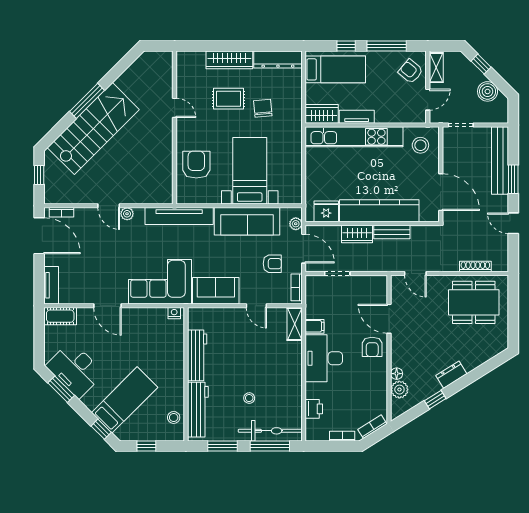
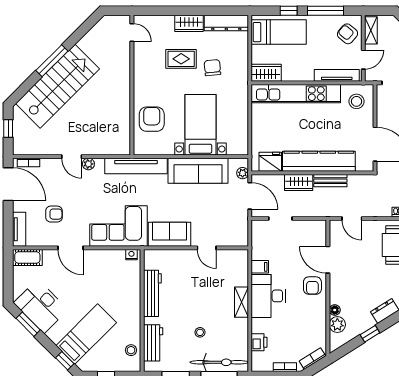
wardrobe: (229, 60) -> (189, 23), width x0.67
door: (175, 108) -> (132, 32), moved
tv unit: (357, 117) -> (337, 75), moved, width x1.41
armchair: (272, 264) -> (54, 214), moved
bookcase: (297, 287) -> (243, 231), removed
shelving: (295, 324) -> (241, 302), moved
workbench: (198, 410) -> (153, 343), width x0.73

